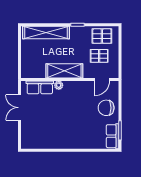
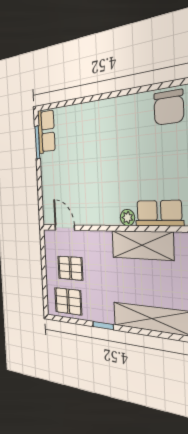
shelving: (64, 71) -> (142, 245), moved
door: (102, 79) -> (65, 228), hinge flipped
chair: (106, 108) -> (169, 107), moved, turned 90

